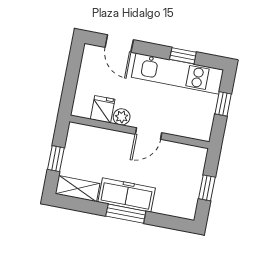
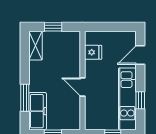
plant: (122, 117) -> (90, 66), removed
freezer: (127, 195) -> (38, 111), moved
window: (126, 214) -> (25, 98), moved

